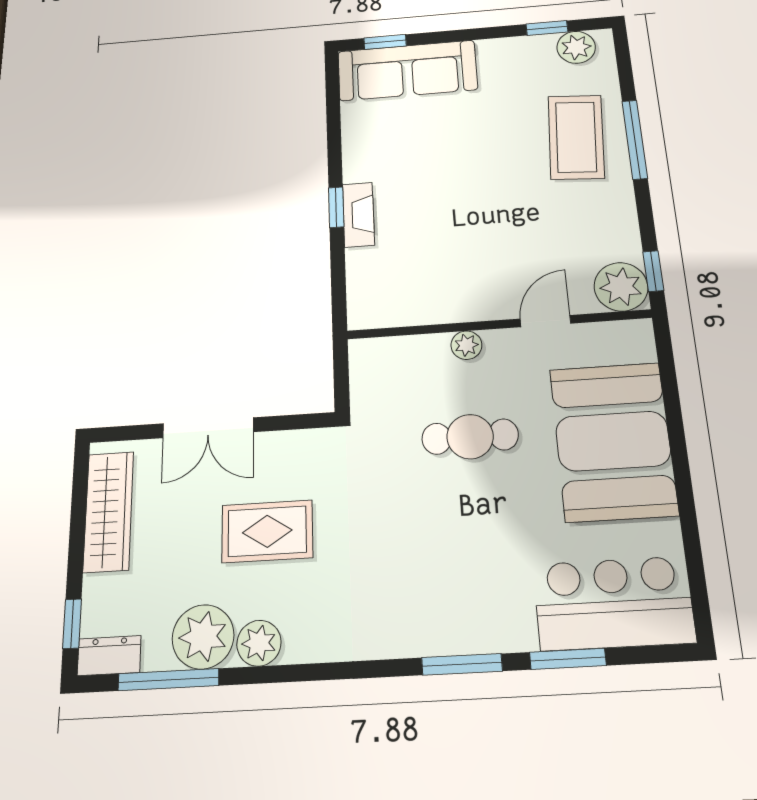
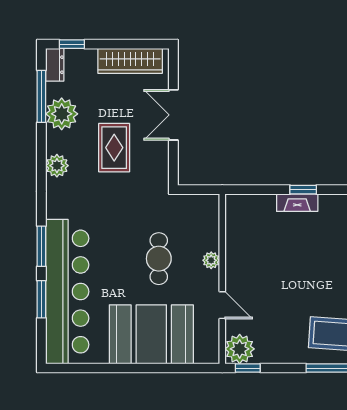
bar counter: (614, 603) -> (67, 292), width x1.86
plant: (259, 643) -> (57, 166), moved

